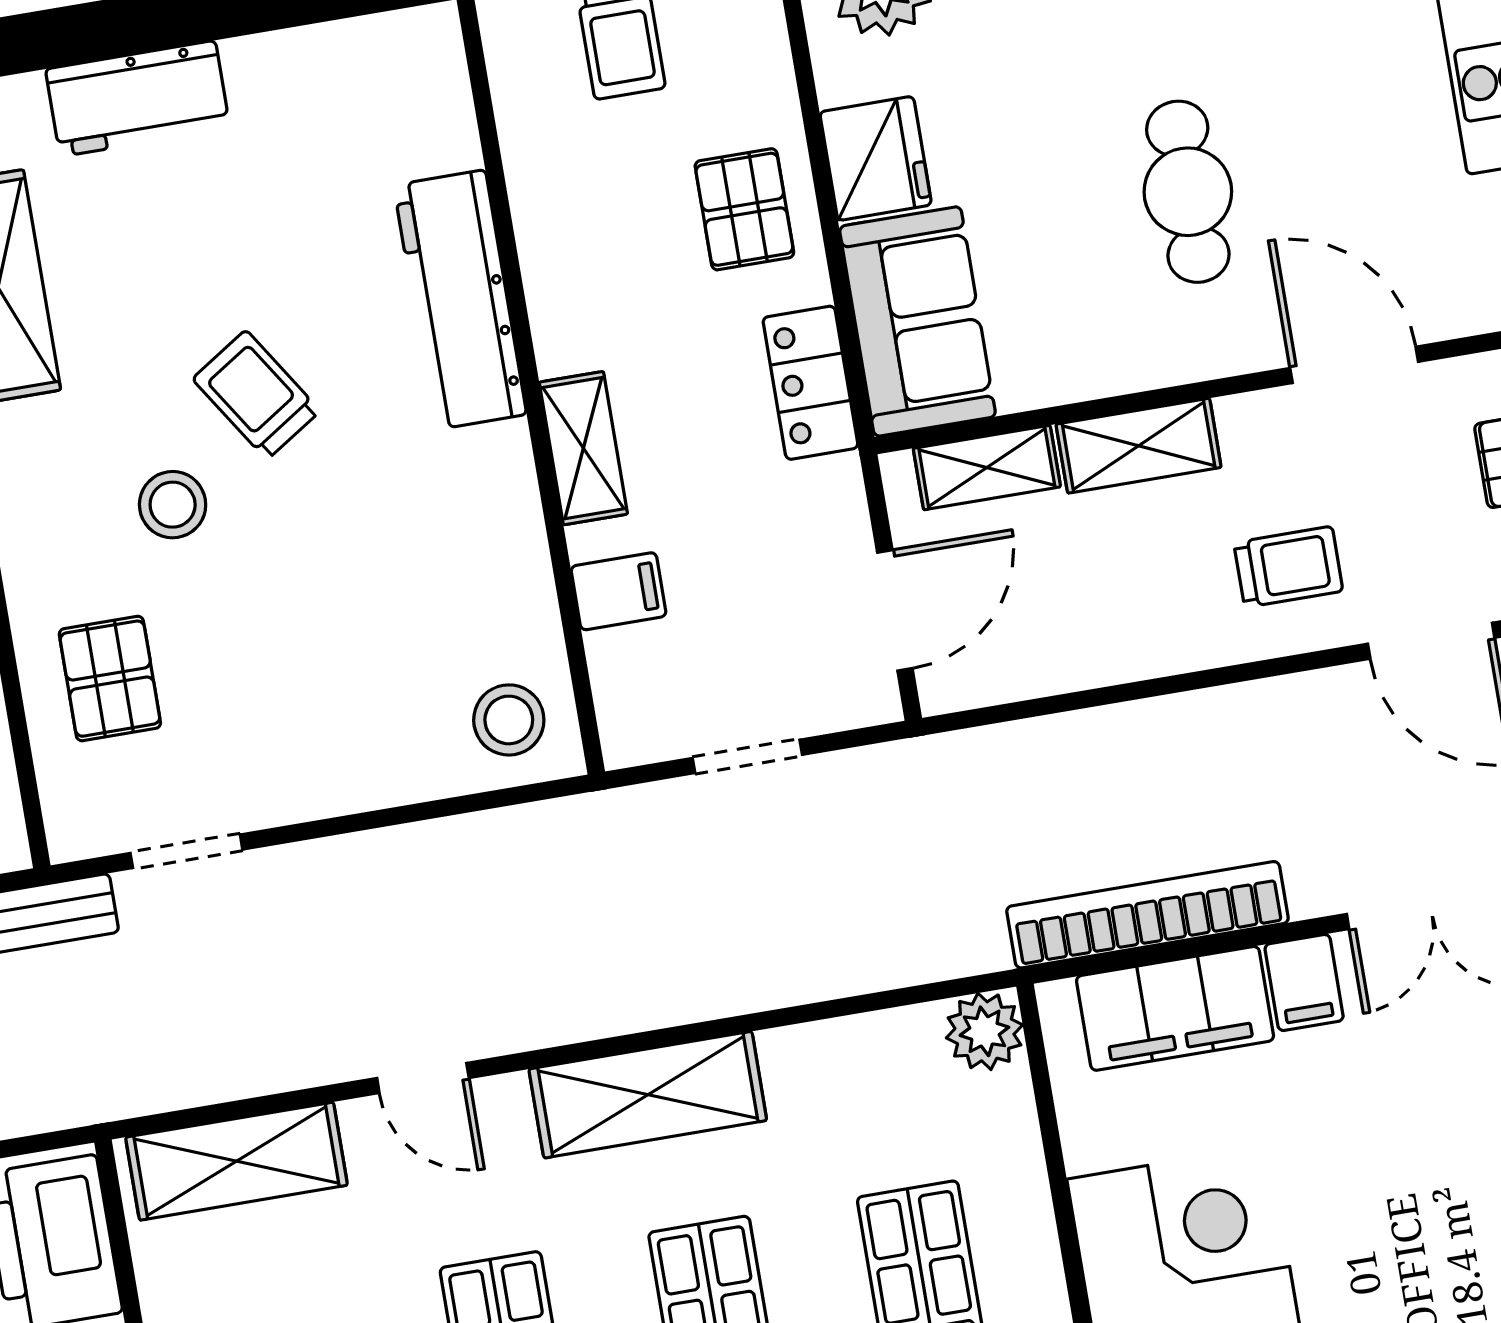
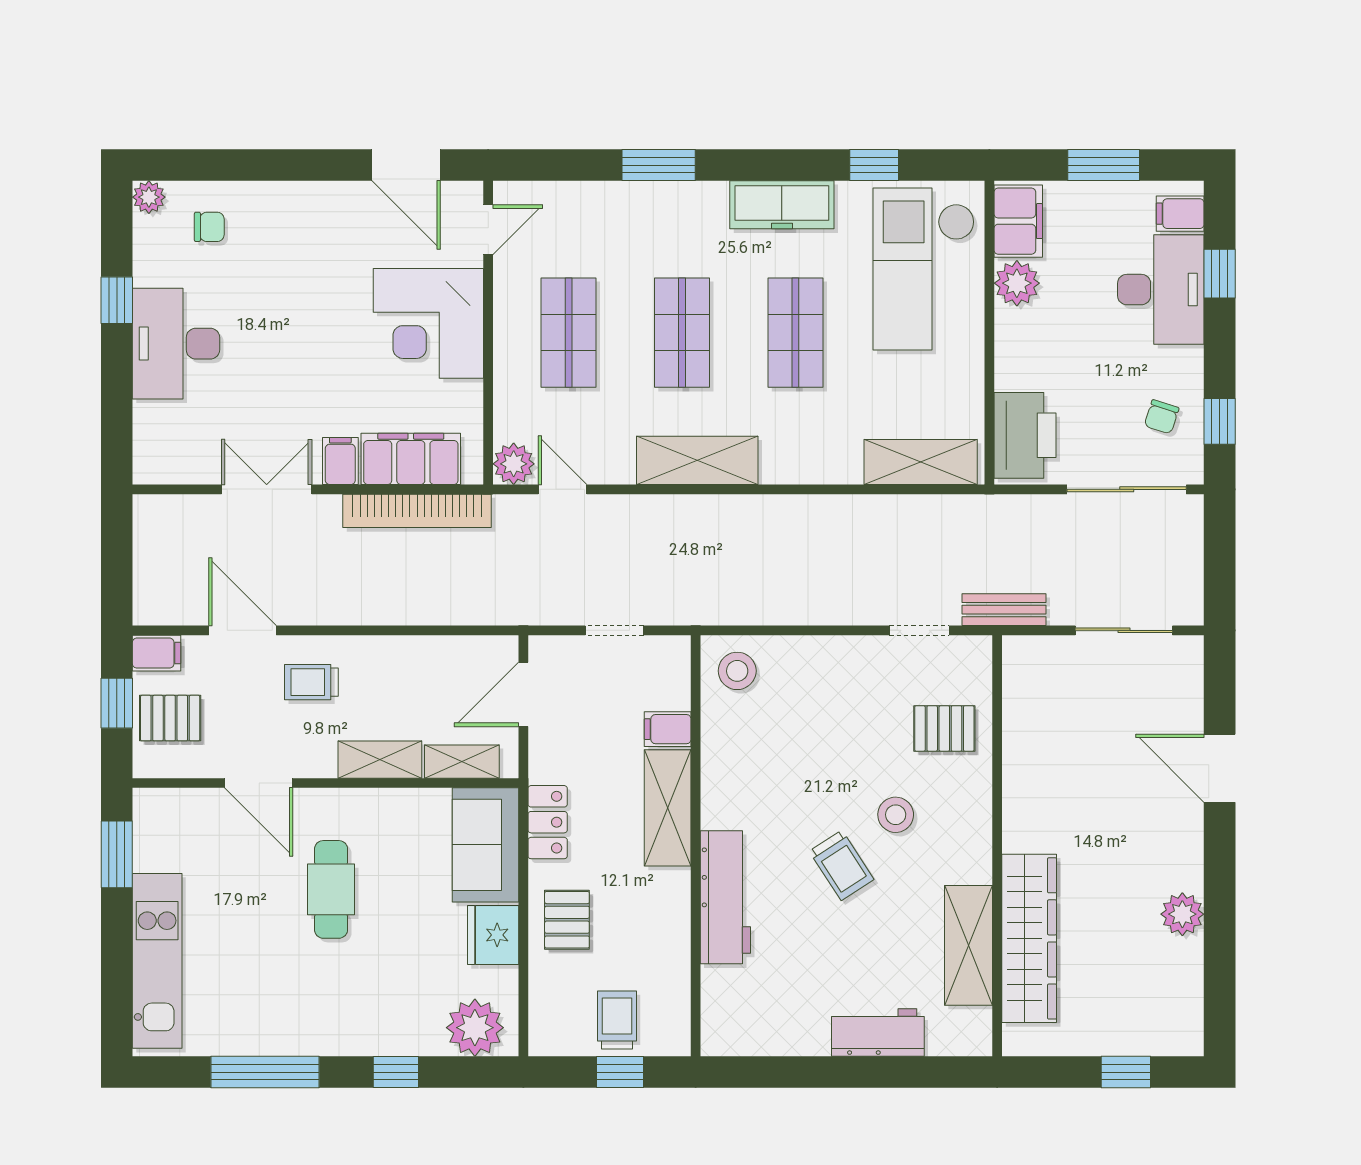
shelving: (583, 448) -> (668, 808), width x1.50, depth x1.33
pallet: (110, 679) -> (944, 728), turned 90
door: (423, 1078) -> (563, 489), moved

